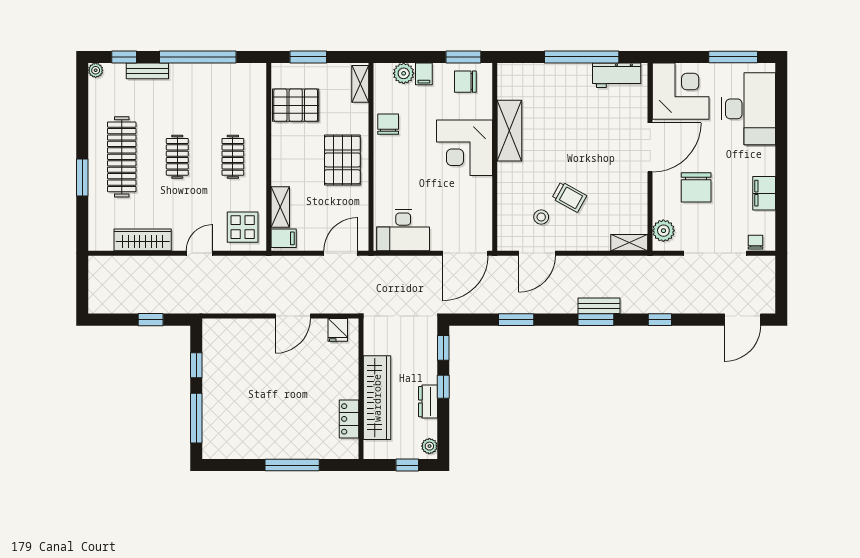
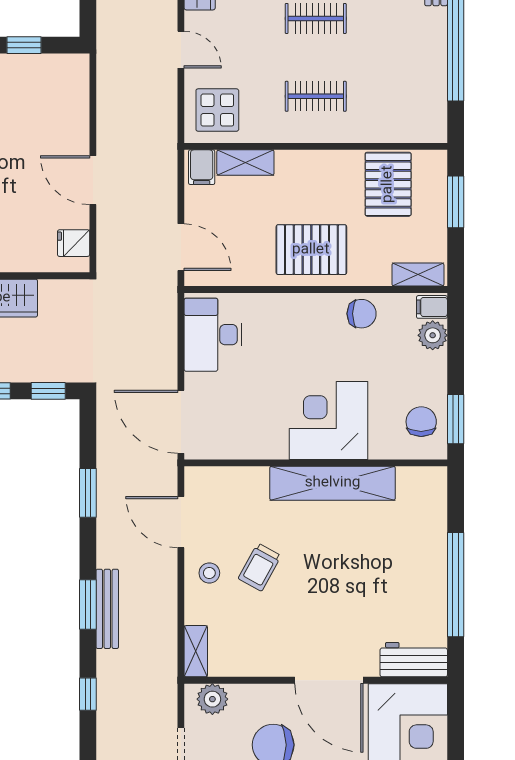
filing cabinet: (424, 74) -> (432, 307), moved
workbench: (617, 75) -> (414, 660), moved, turned 90
shelving: (509, 131) -> (333, 483), width x1.47
stool: (541, 217) -> (209, 573), moved
bench: (599, 306) -> (107, 609), width x1.36

